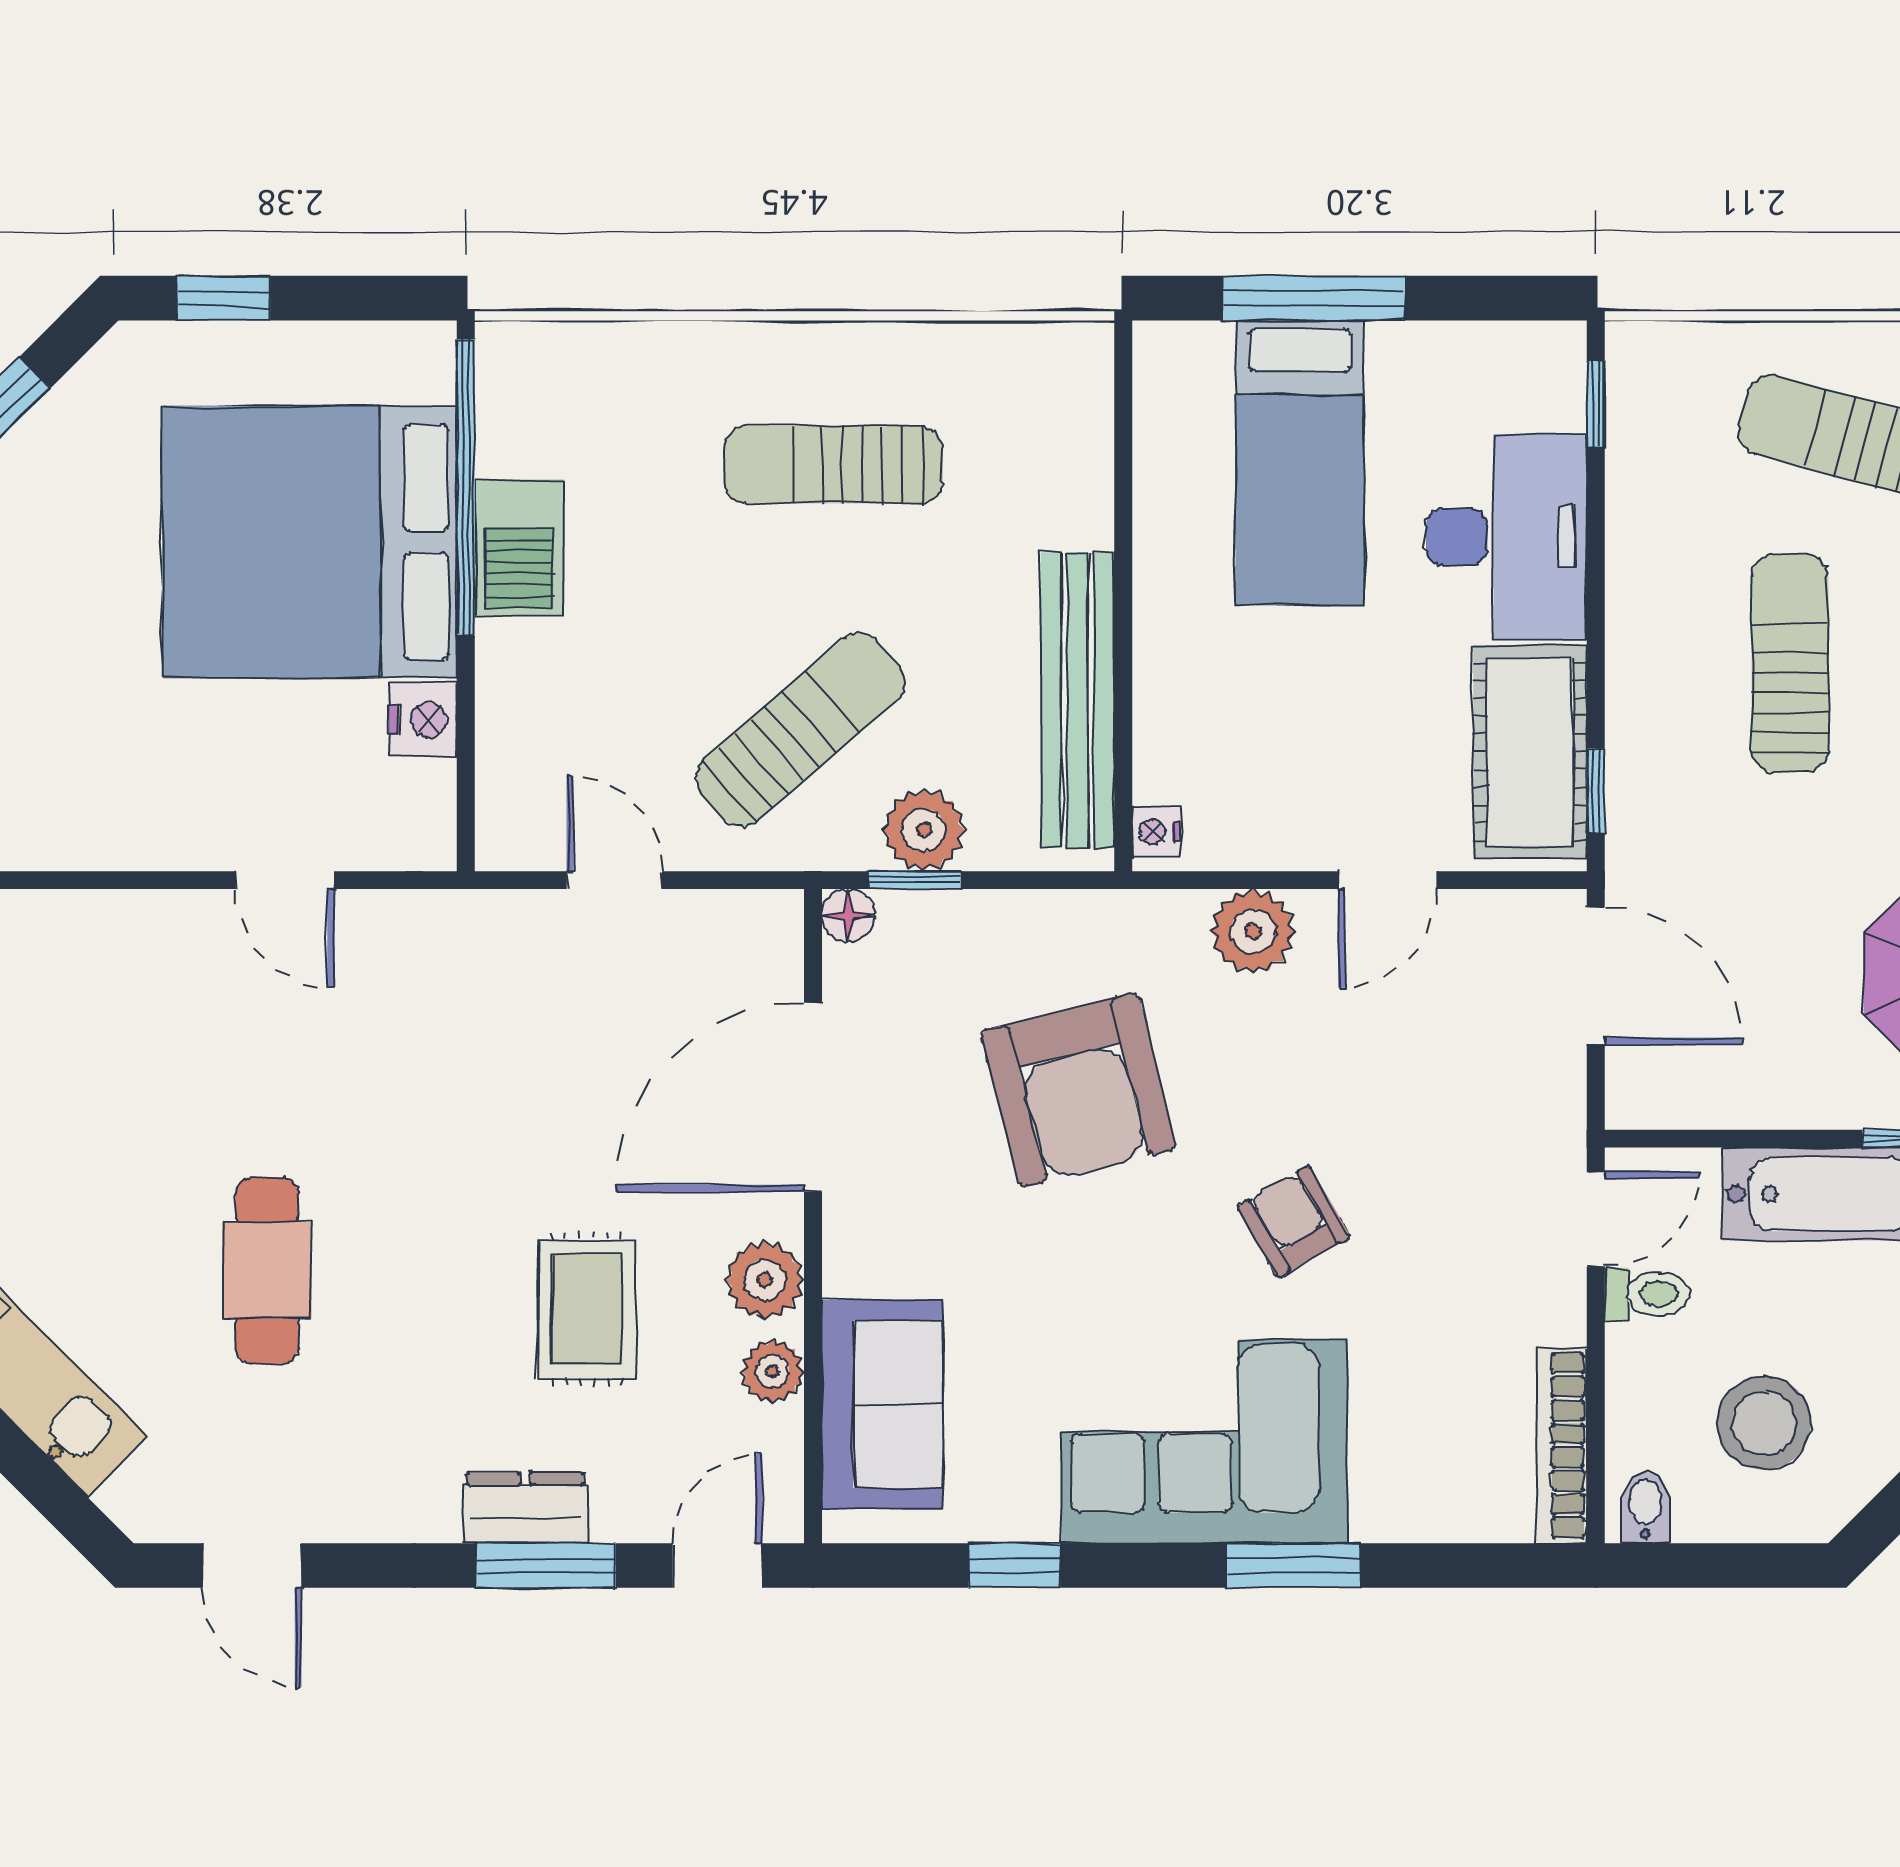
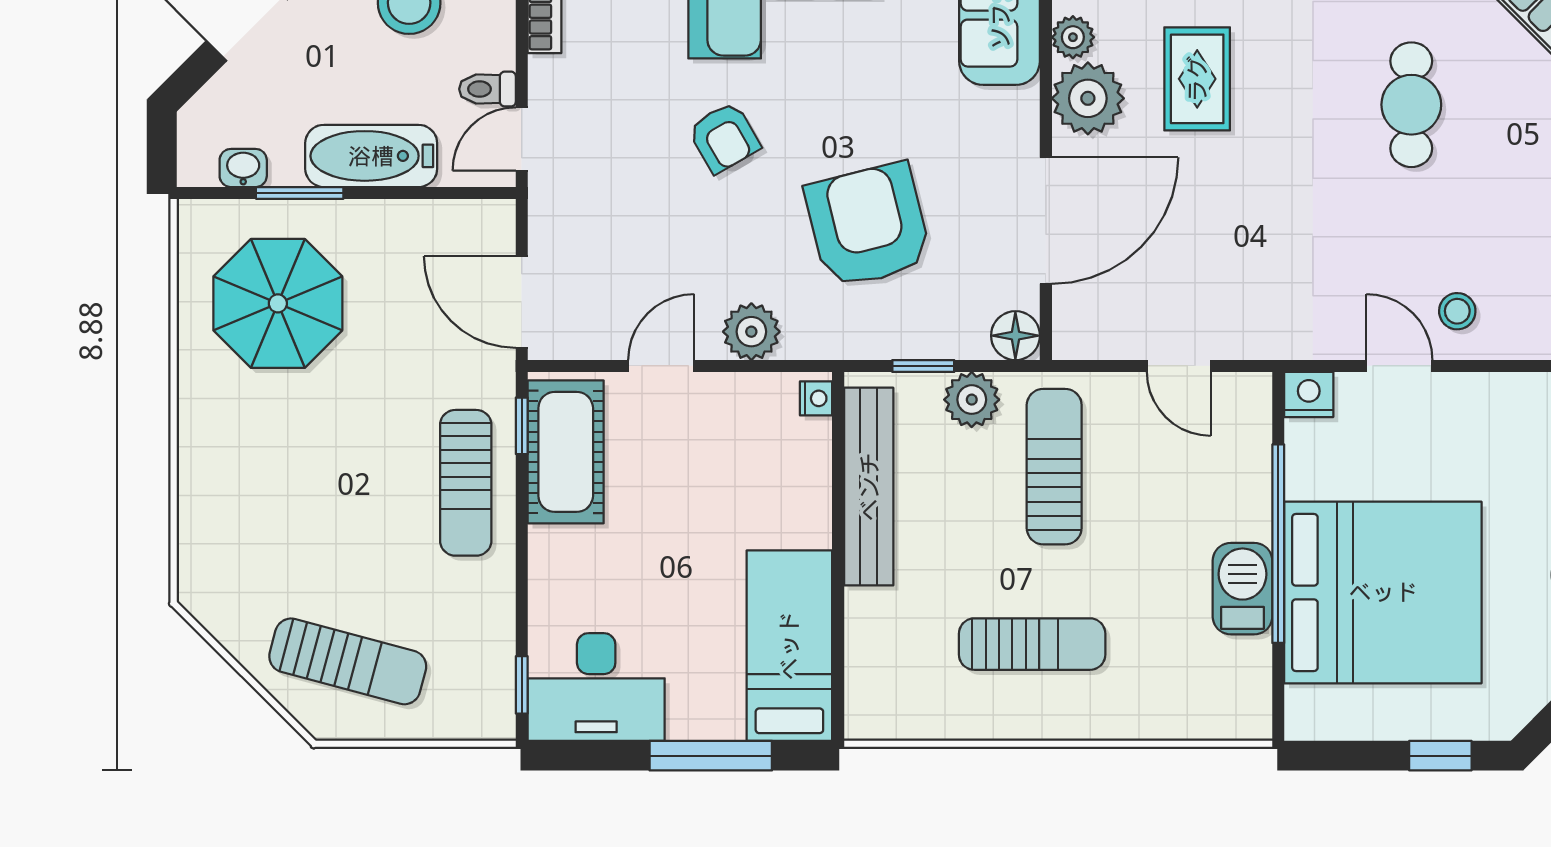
bed: (1300, 462) -> (789, 646), moved
window: (466, 487) -> (1278, 544), moved
desk: (1507, 537) -> (596, 687), moved, turned -90
sun lounger: (1790, 663) -> (466, 483), moved
nightstand: (423, 720) -> (1309, 395), moved, turned 90
sun lounger: (801, 730) -> (1054, 467), turned 131
window: (915, 880) -> (923, 366), moved
floor lamp: (848, 916) -> (1015, 336), width x1.37, depth x1.37
stool: (198, 962) -> (1457, 311), added
plant: (765, 1280) -> (1088, 98), width x1.36, depth x1.36

